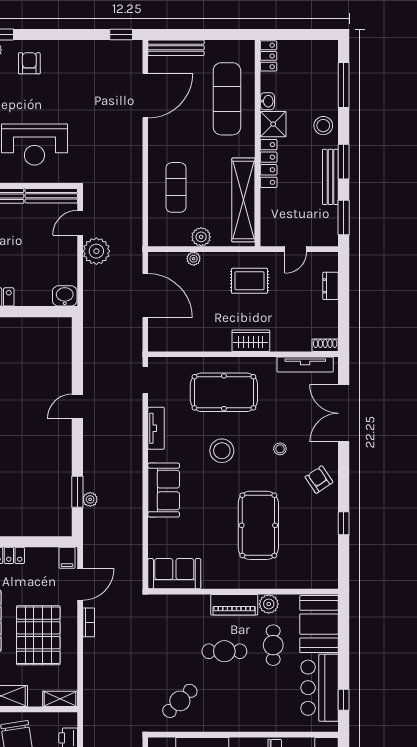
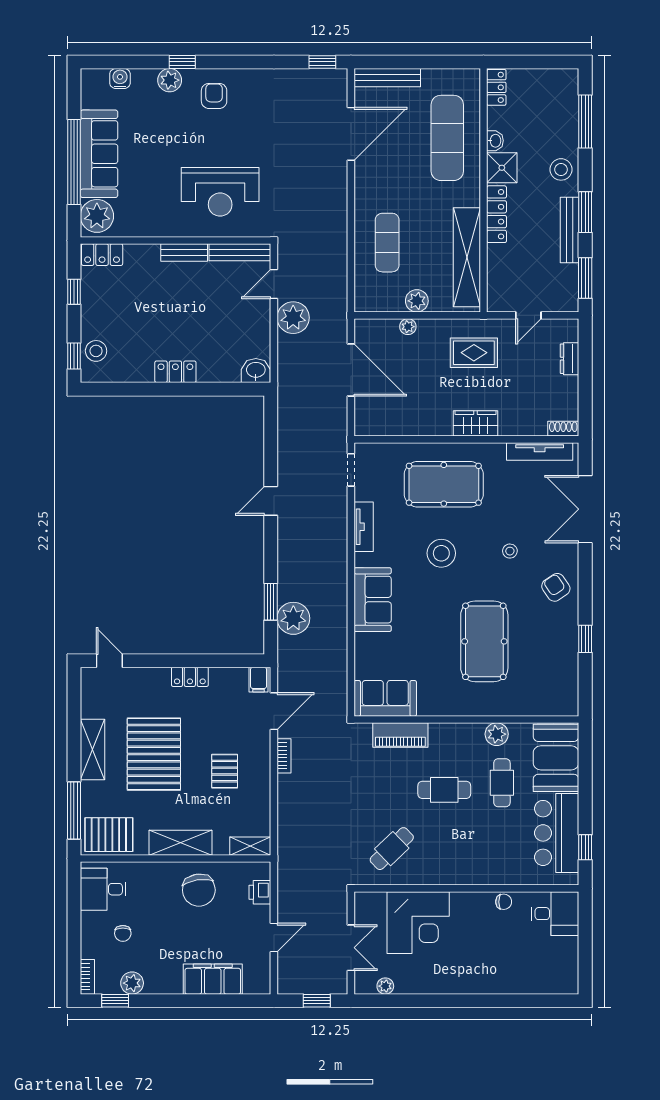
plant: (90, 499) -> (293, 618), width x1.87, depth x1.87
piano: (234, 605) -> (400, 735), moved
pallet: (38, 635) -> (225, 771), width x0.49, depth x0.50

